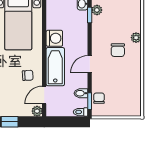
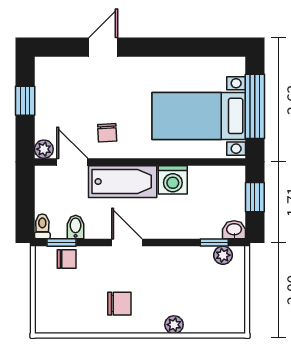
chair: (118, 50) -> (119, 304), moved, turned 180

